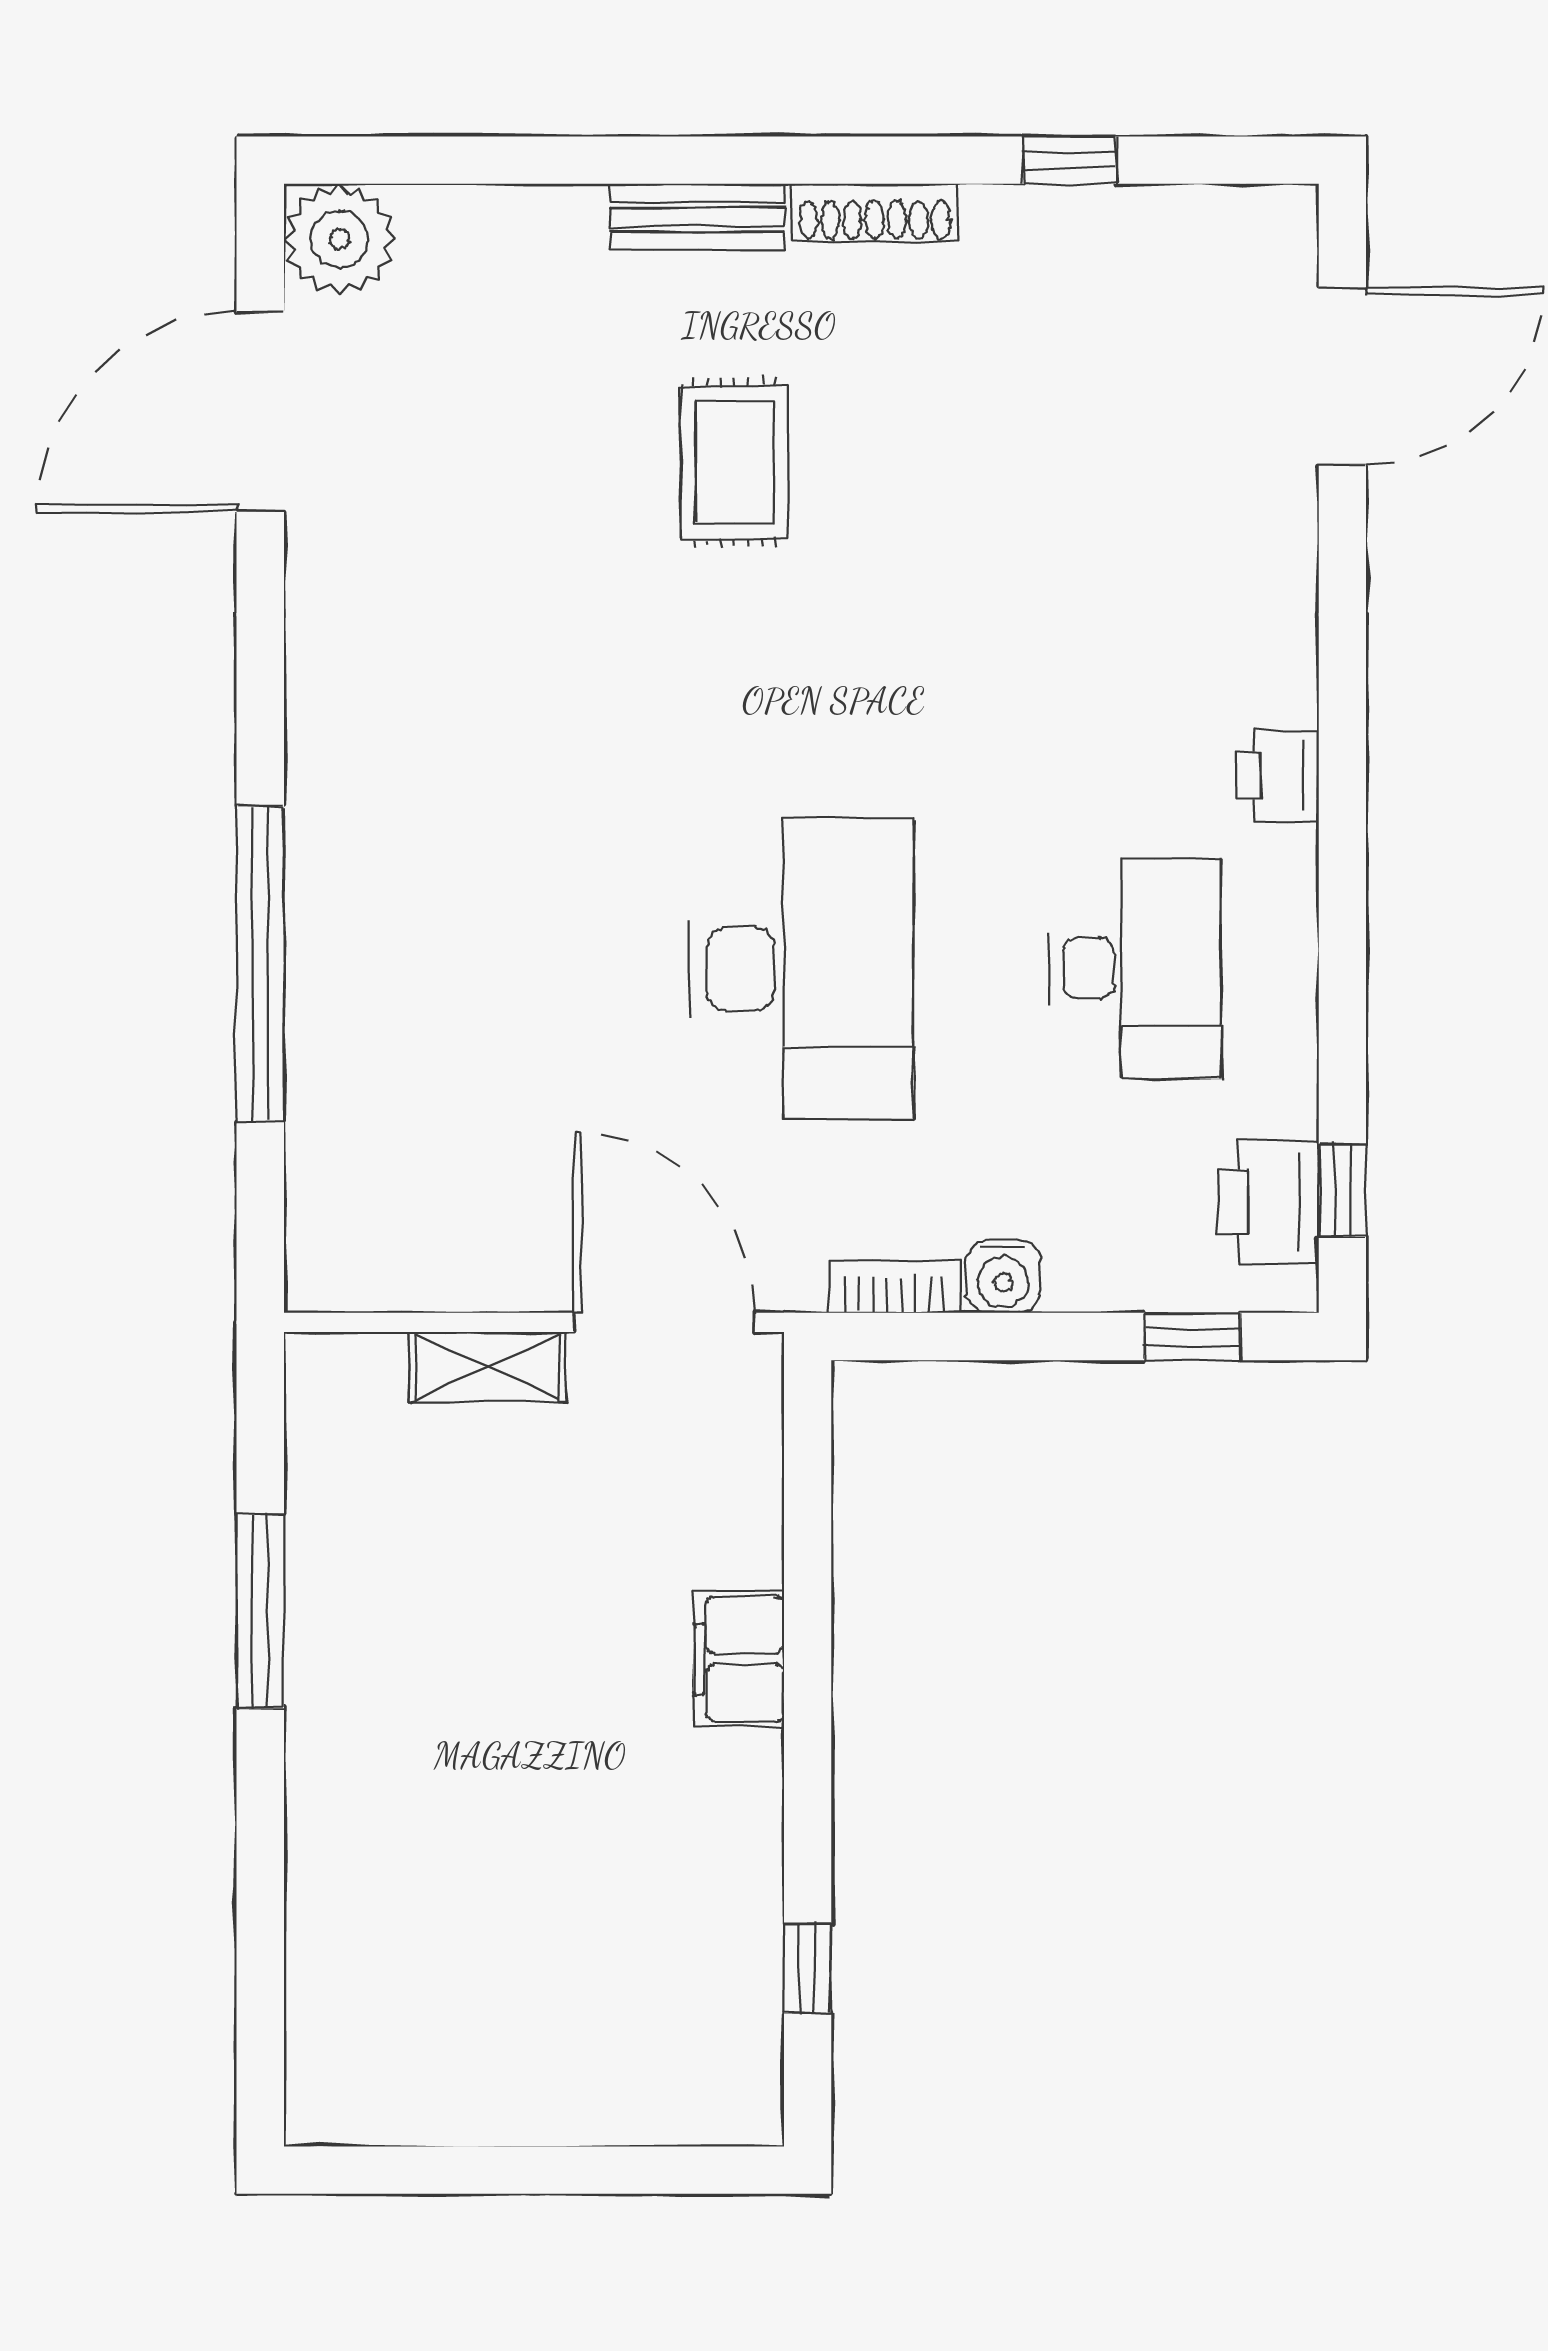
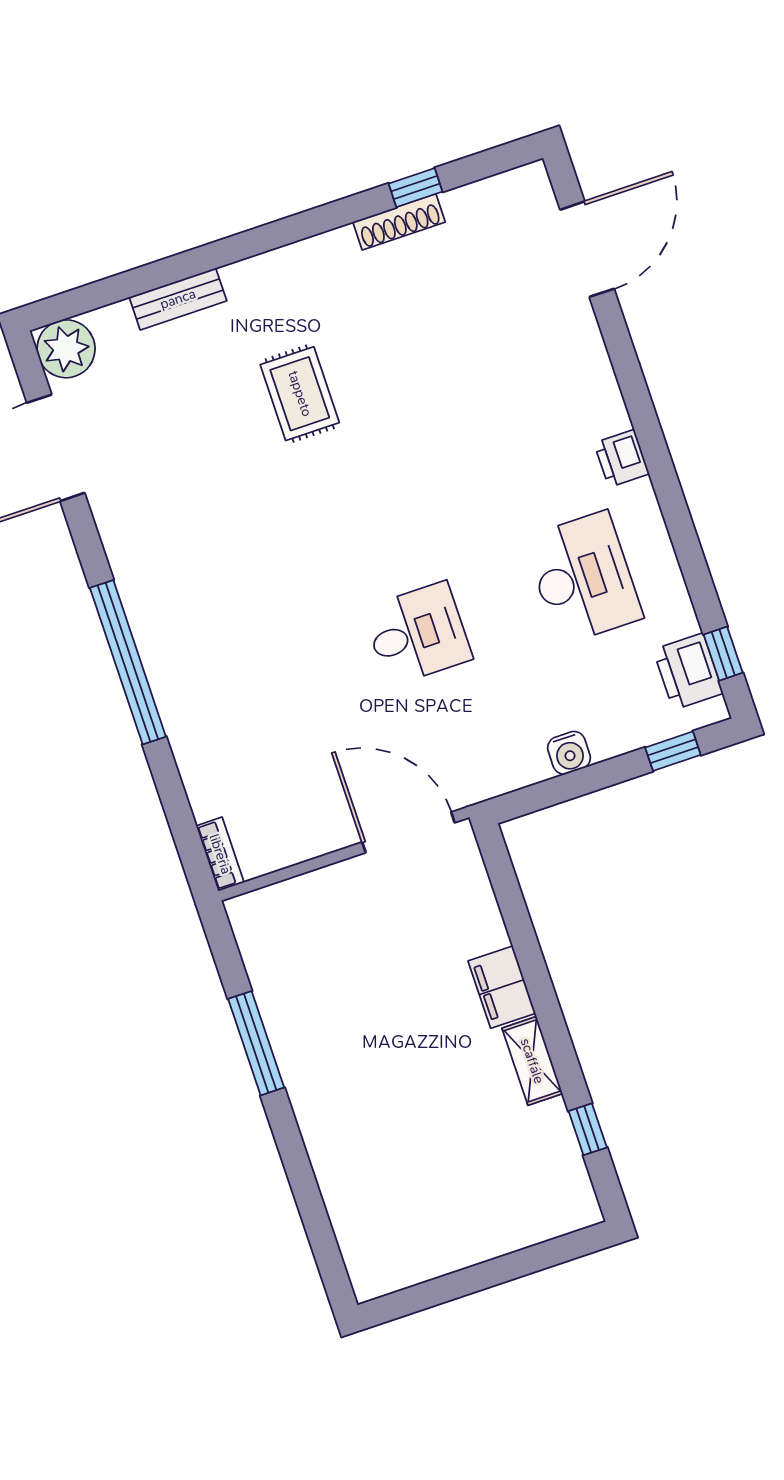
shoe rack: (875, 212) -> (399, 222), moved
bench: (697, 217) -> (178, 299), moved
window: (260, 964) -> (128, 662), moved
desk: (801, 969) -> (417, 634), width x0.53, depth x0.77
bookcase: (894, 1287) -> (220, 854), moved, turned 90
shelving: (488, 1367) -> (532, 1061), moved, turned 90

